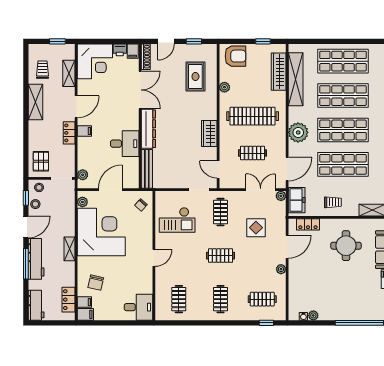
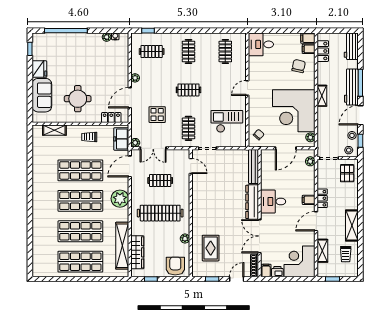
armchair: (235, 56) -> (175, 266), turned 90
wardrobe: (209, 134) -> (199, 198), removed
desk: (125, 144) -> (273, 202), moved

